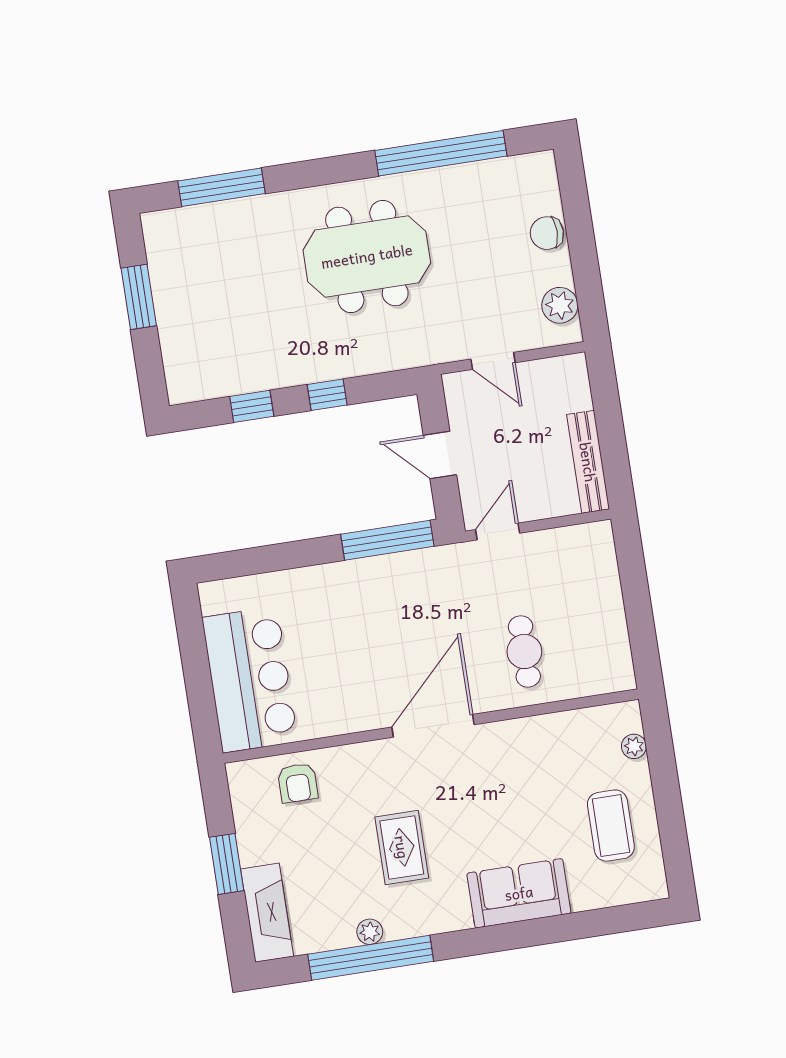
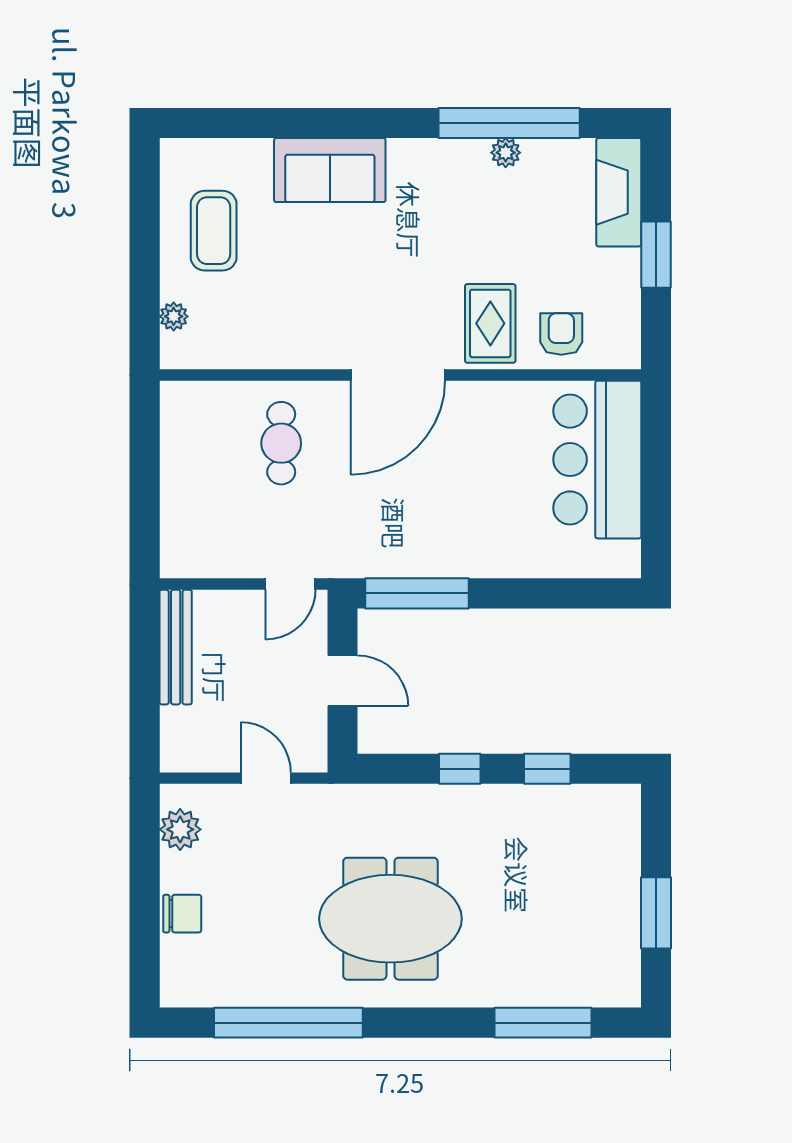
rug: (402, 847) -> (490, 323), moved

